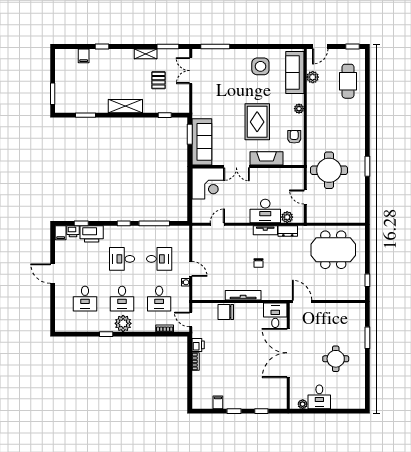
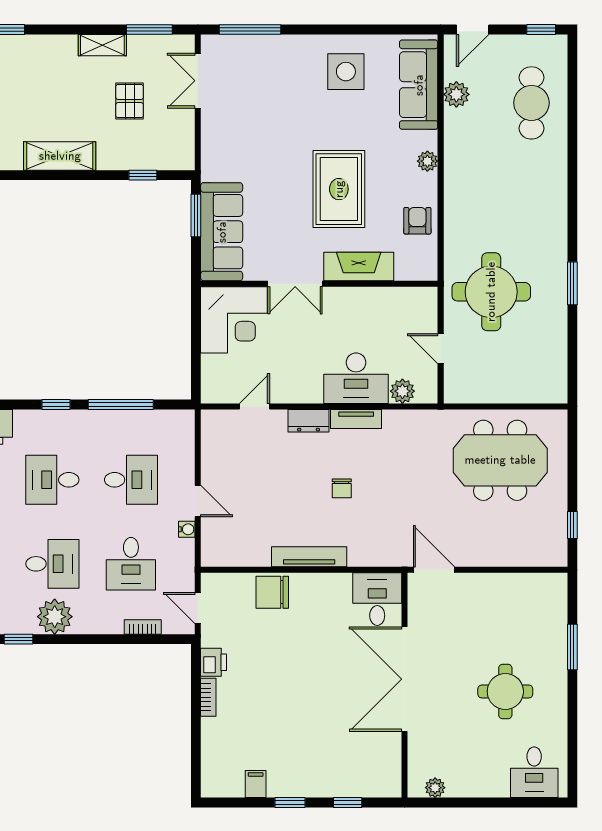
dresser: (288, 231) -> (309, 421), moved
desk: (122, 299) -> (52, 564), turned -90
desk: (319, 397) -> (534, 772), moved

